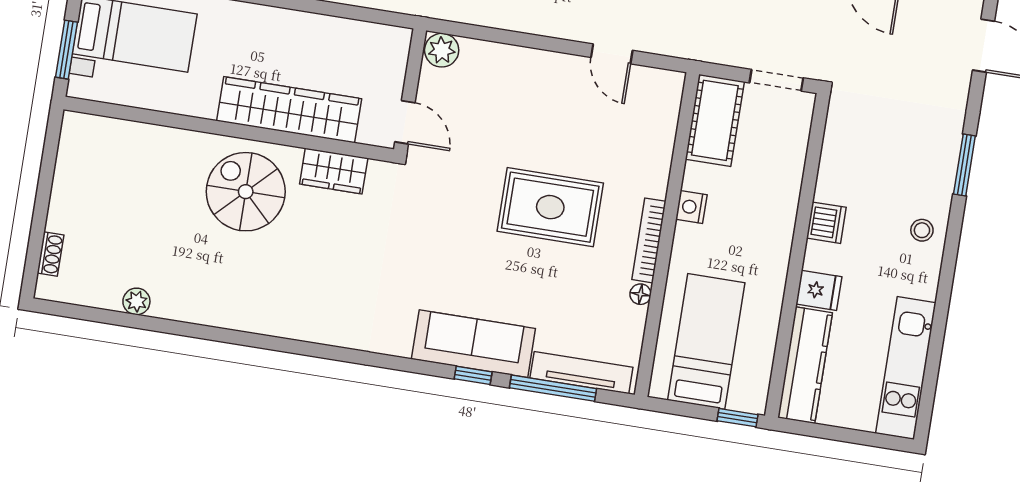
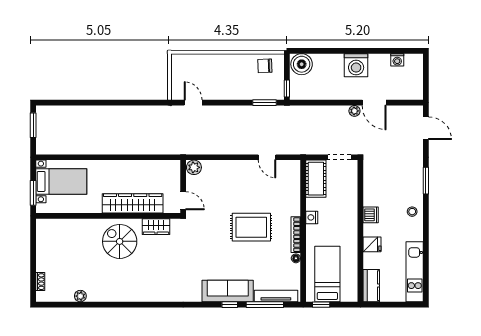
kitchen counter: (805, 365) -> (371, 286), width x0.67
window: (738, 418) -> (321, 305), moved

